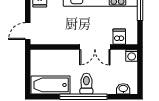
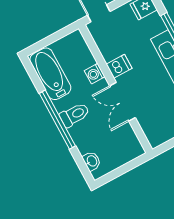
dishwasher: (119, 37) -> (119, 66), moved
washing machine: (132, 55) -> (95, 74), moved

